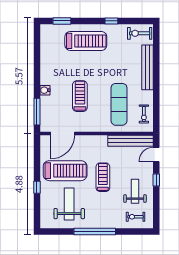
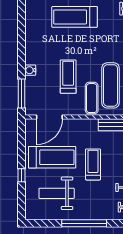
treadmill: (86, 41) -> (75, 17), turned 180
exercise mat: (102, 116) -> (92, 98), added
weight bench: (69, 204) -> (57, 193), turned -90

